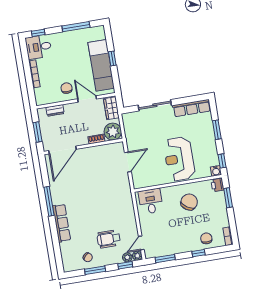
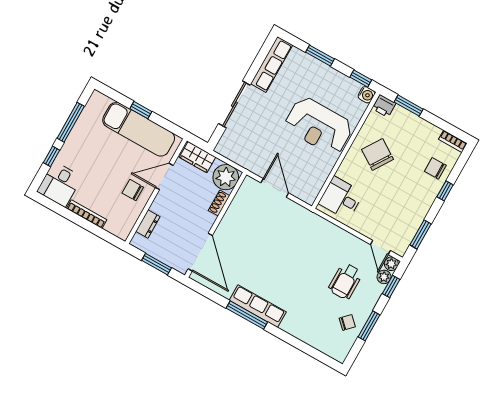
window: (38, 33) -> (52, 156), moved
row of seats: (62, 223) -> (258, 306), moved

